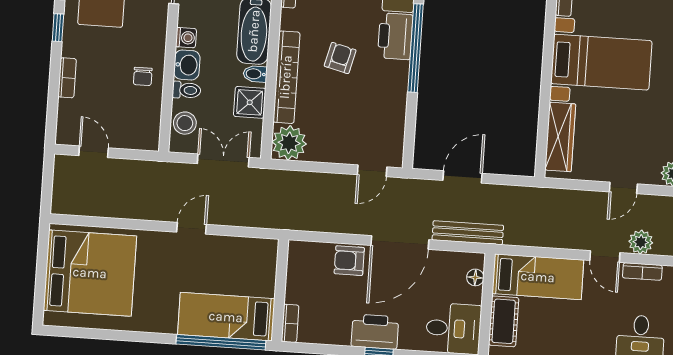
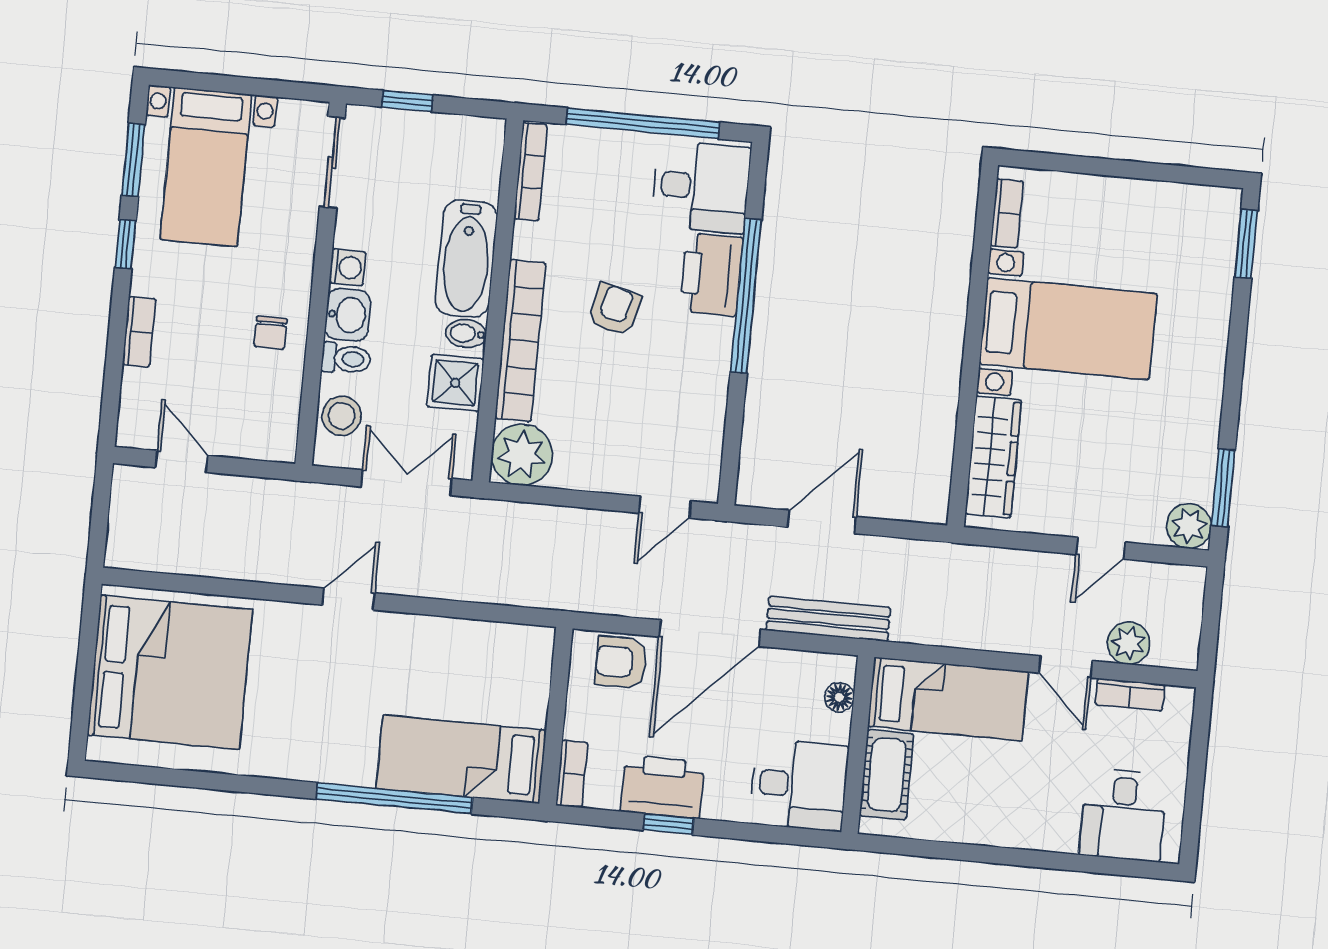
wall: (280, 290) -> (556, 716), moved
bed: (226, 317) -> (461, 759), moved
bookcase: (290, 323) -> (572, 774), moved

